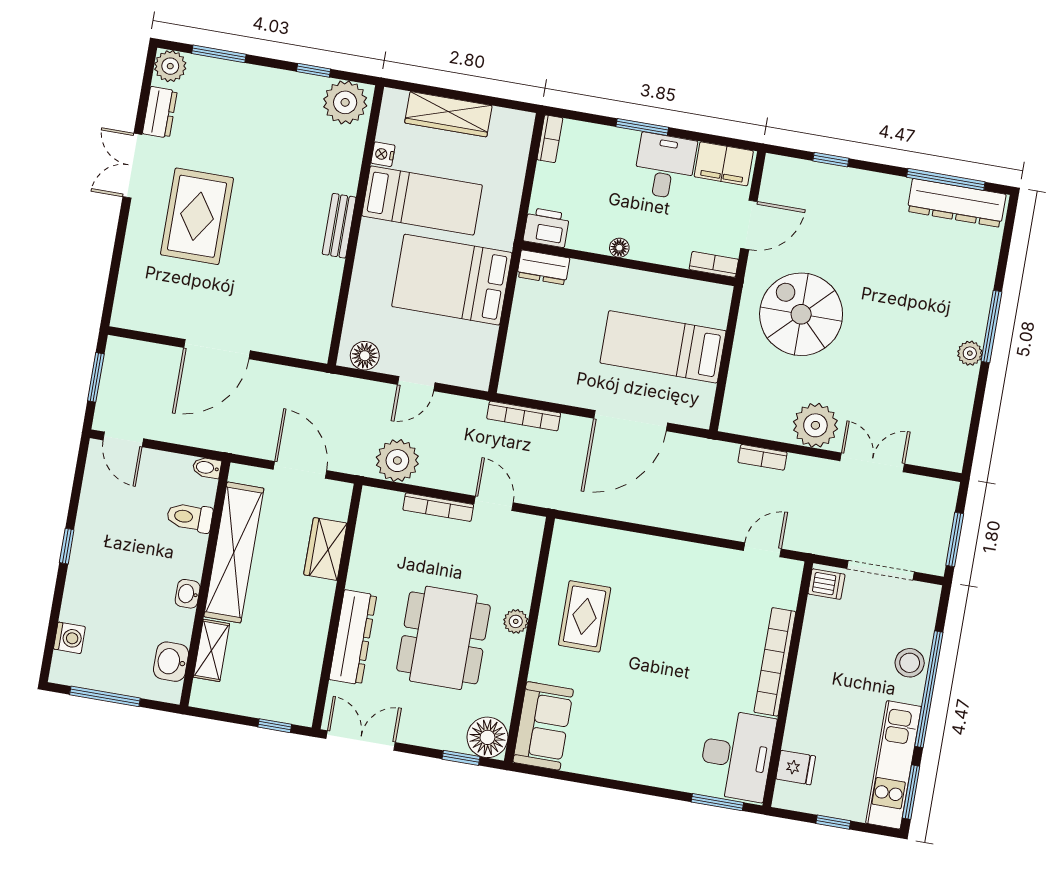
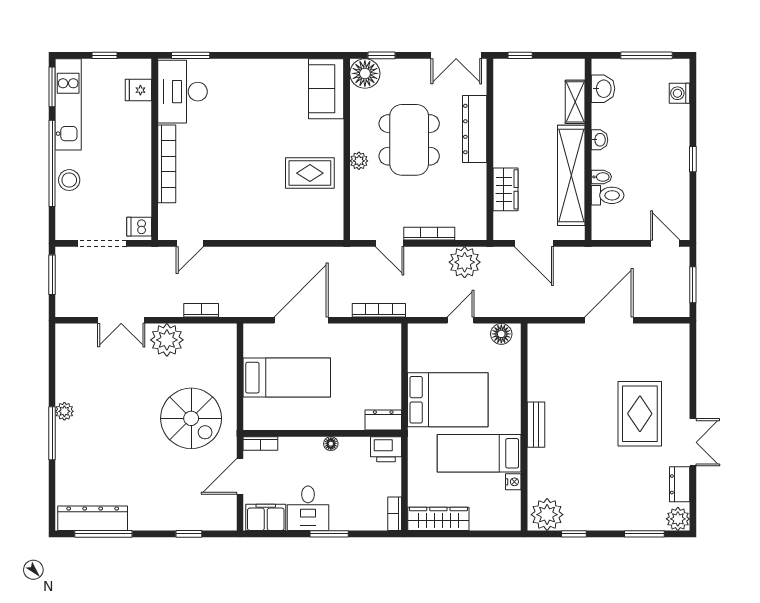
wardrobe: (448, 114) -> (438, 519), moved
bidet: (207, 468) -> (601, 177), moved
rug: (585, 616) -> (310, 173), turned 90

